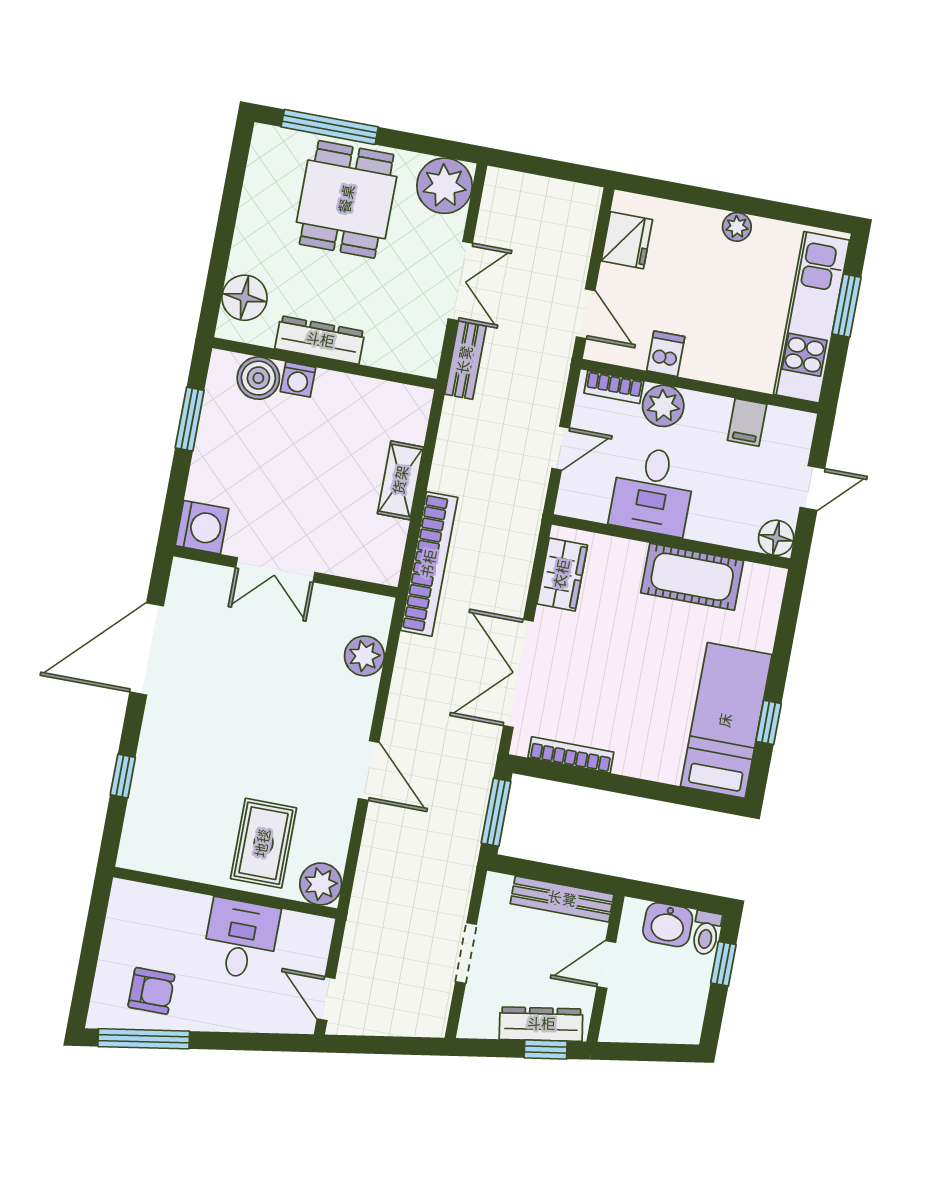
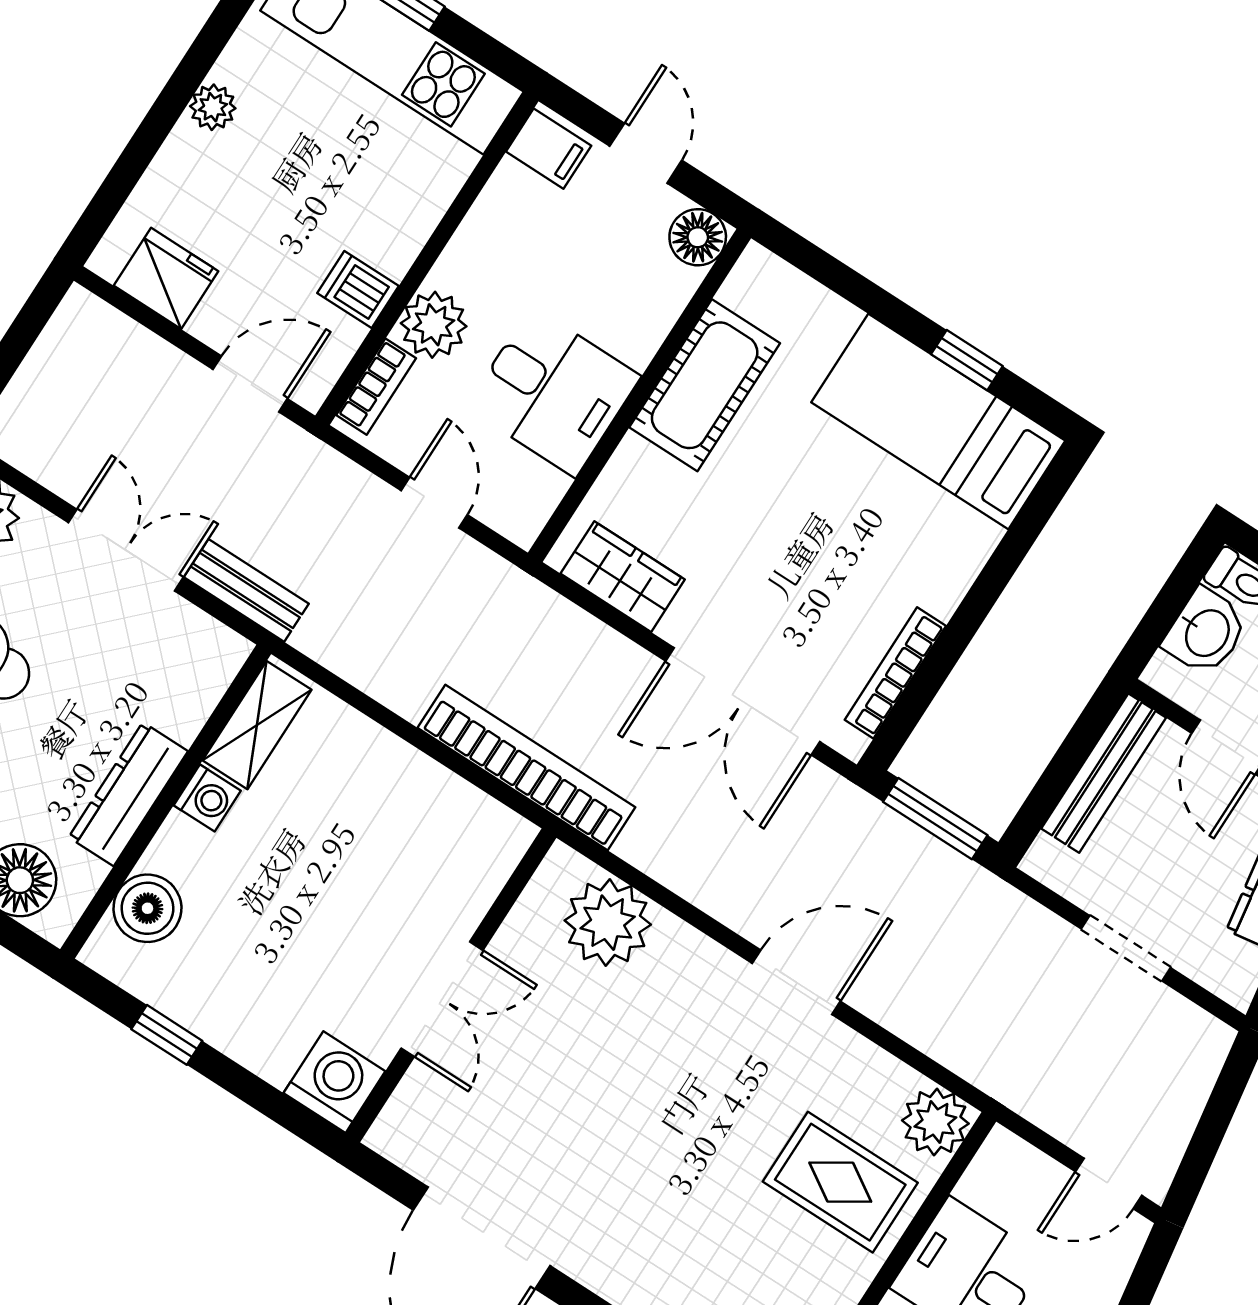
washing machine: (298, 379) -> (207, 798), moved
window: (190, 419) -> (167, 1035), width x0.67
filing cabinet: (747, 422) -> (549, 149), moved
shelving: (401, 480) -> (257, 725), moved, turned 90
plant: (364, 656) -> (608, 923), width x1.36, depth x1.36

